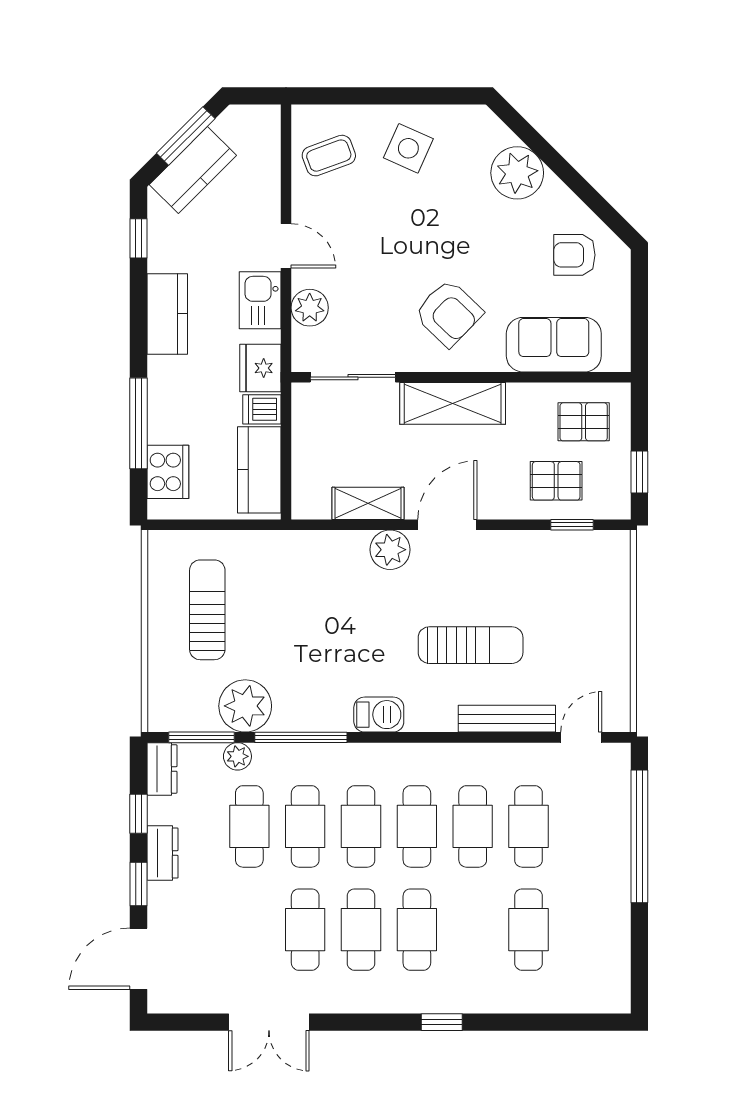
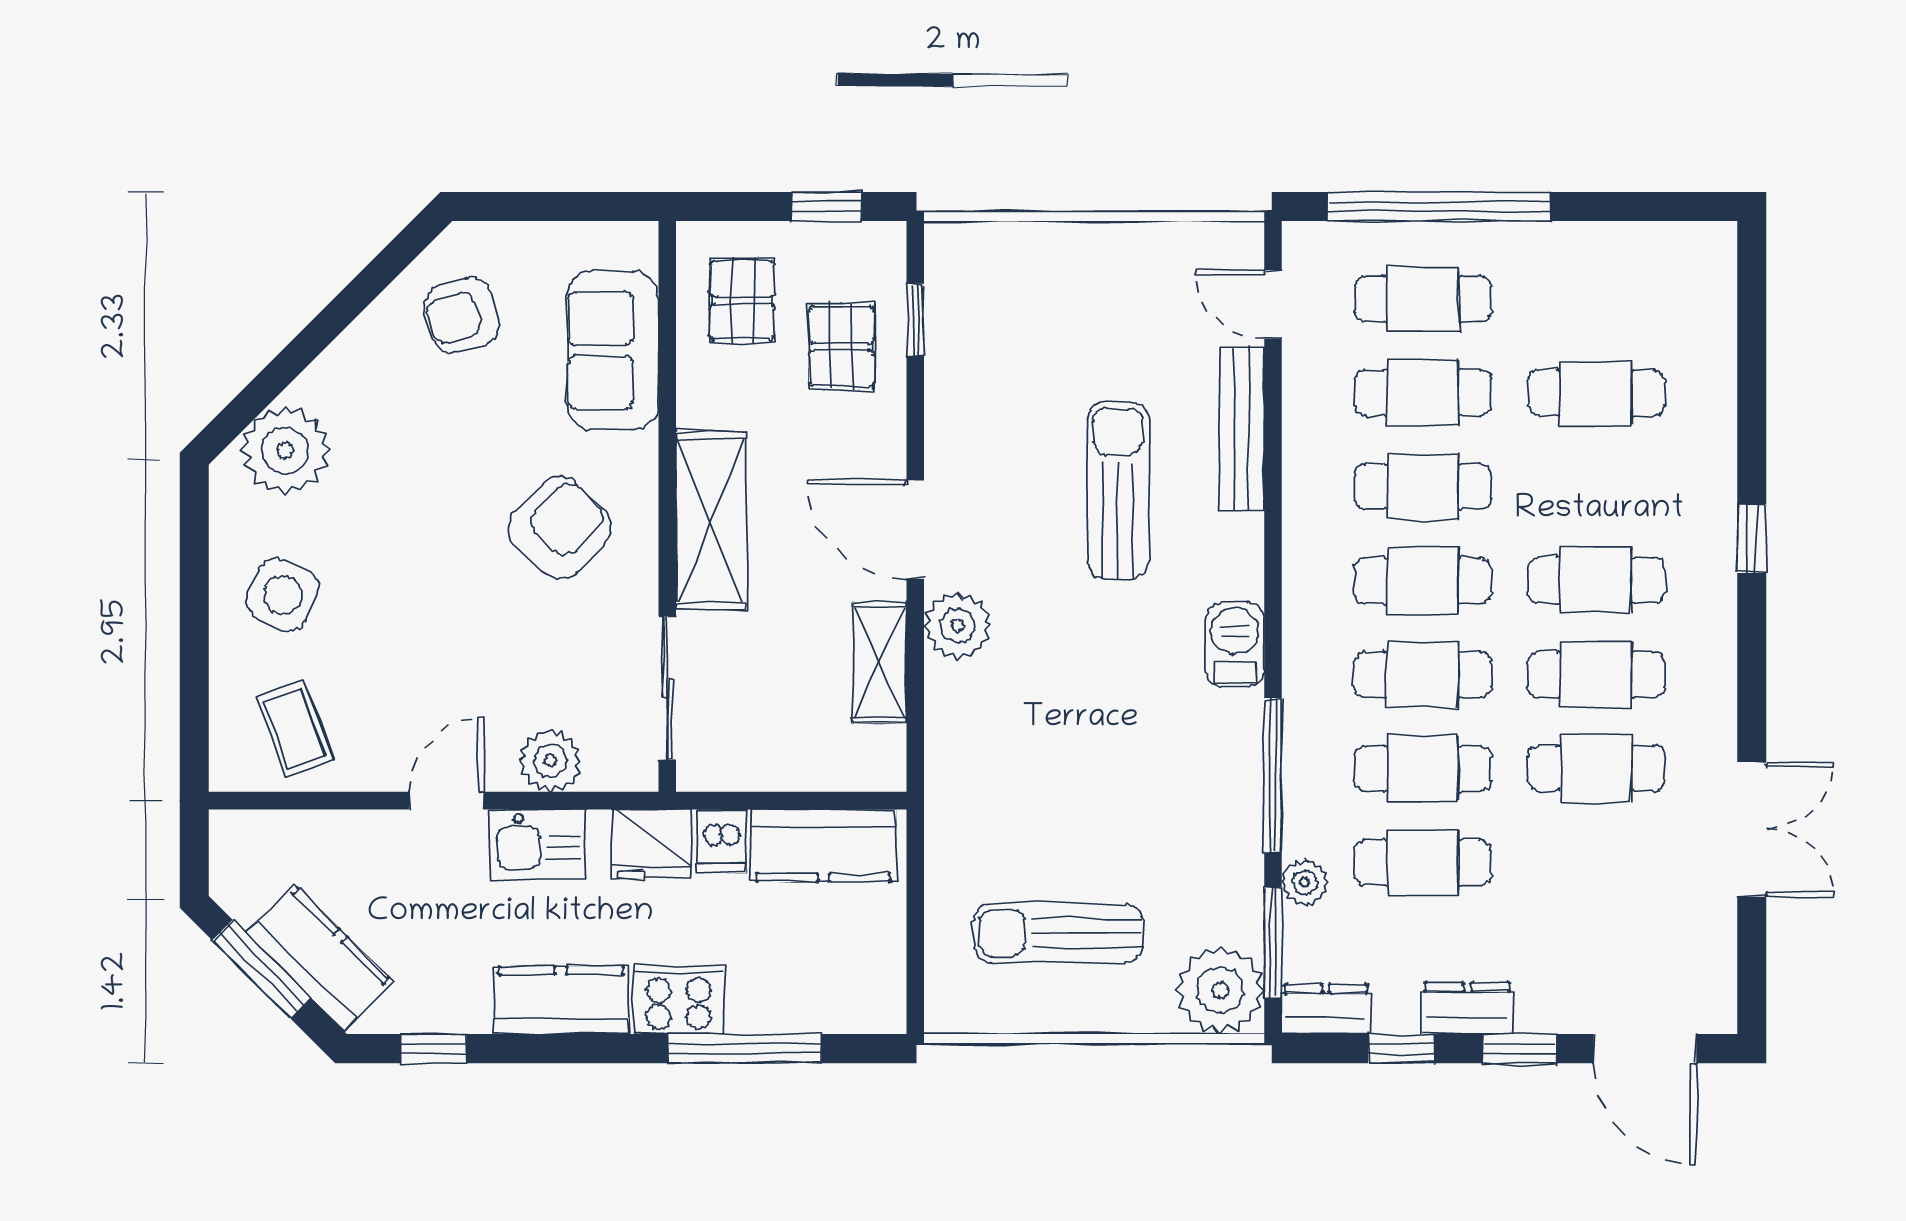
plant: (517, 173) -> (285, 450), moved
armchair: (574, 255) -> (462, 316), turned 73
cooker: (168, 472) -> (679, 999), moved
plant: (245, 706) -> (1220, 990), moved
cafe table: (584, 826) -> (1423, 299), added

